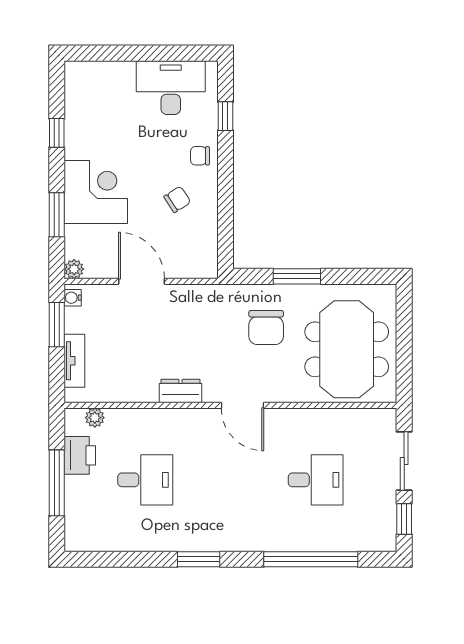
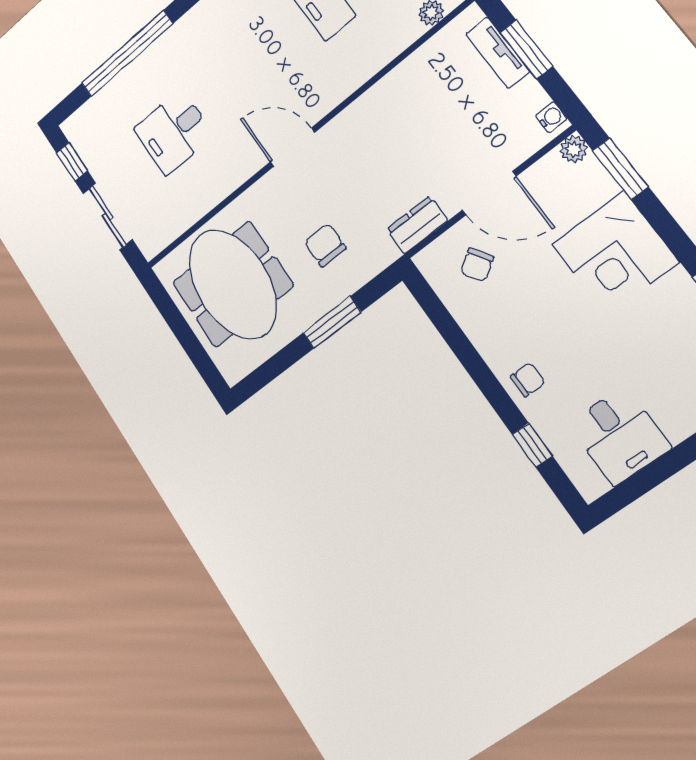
desk: (171, 88) -> (619, 436), width x0.73
chair: (177, 199) -> (477, 265), moved
window: (57, 215) -> (620, 169), moved
window: (57, 325) -> (526, 49), moved
chair: (266, 328) -> (325, 245), width x0.73, depth x0.73
dresser: (180, 391) -> (417, 225), moved, turned 180

